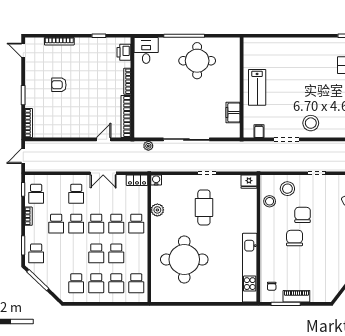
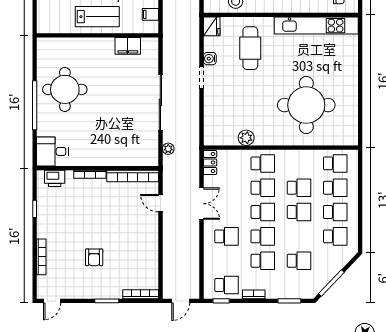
door: (23, 156) -> (181, 301), hinge flipped
water cooler: (156, 180) -> (210, 59), moved
cafe table: (204, 207) -> (250, 48), moved, turned 90
school desk: (36, 253) -> (299, 261), moved

